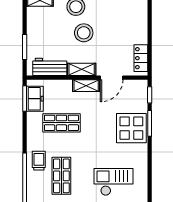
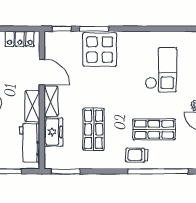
freezer: (35, 99) -> (54, 132), moved, turned 90
checkout: (113, 182) -> (161, 70), turned 180

